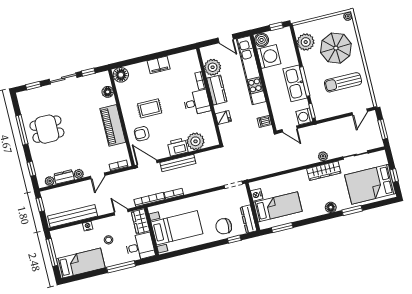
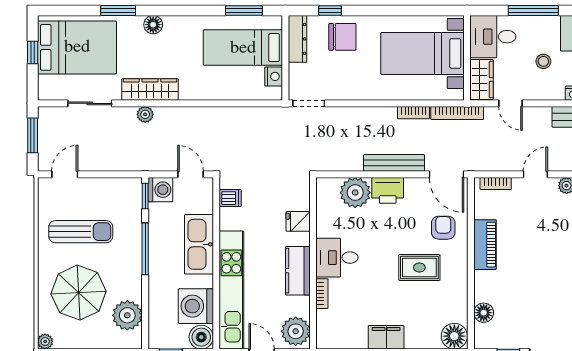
plant: (213, 67) -> (296, 331), moved
kitchen sink: (295, 83) -> (199, 244), moved, turned 180
piano: (113, 125) -> (485, 245), width x0.73, depth x0.75
armchair: (142, 134) -> (443, 228), turned -90

